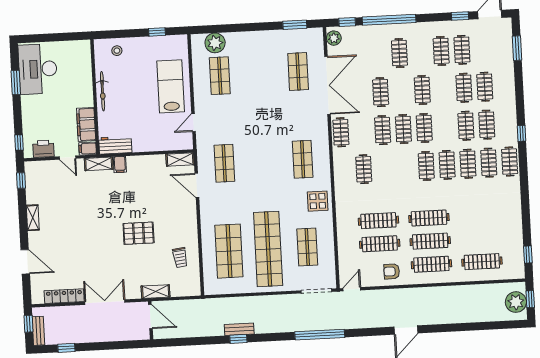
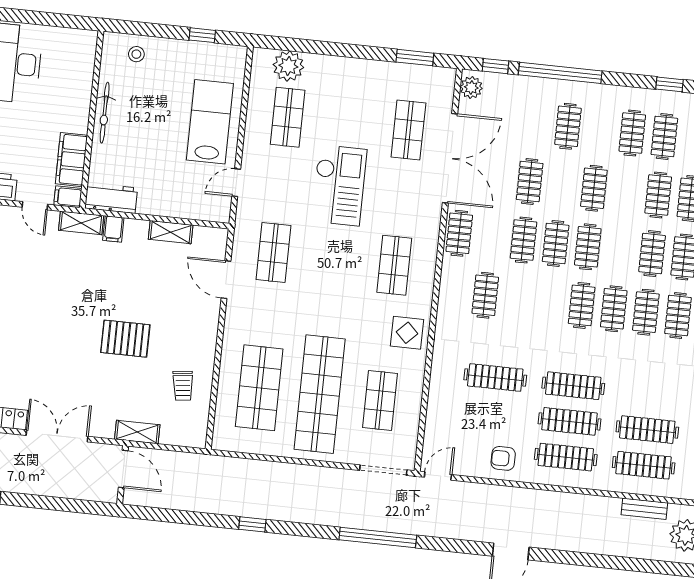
checkout: (259, 114) -> (339, 185), added
shelving: (180, 159) -> (171, 232), moved
clothes rail: (380, 244) -> (647, 430), moved
bench: (239, 329) -> (644, 509), moved

